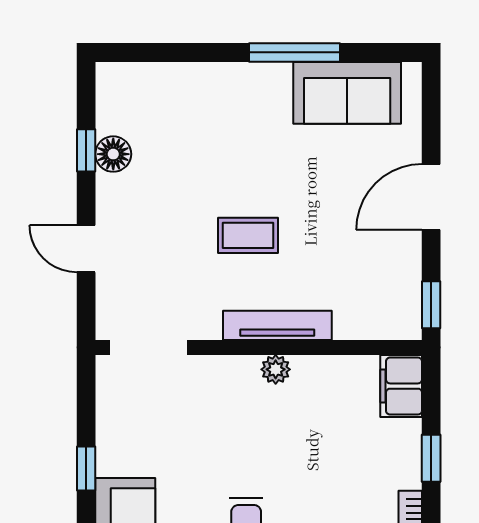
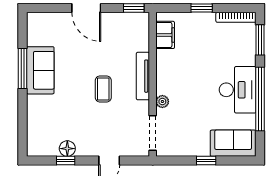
sofa: (347, 93) -> (40, 70), moved
plant: (276, 369) -> (162, 102), moved
filing cabinet: (401, 386) -> (165, 35), moved, turned -90

